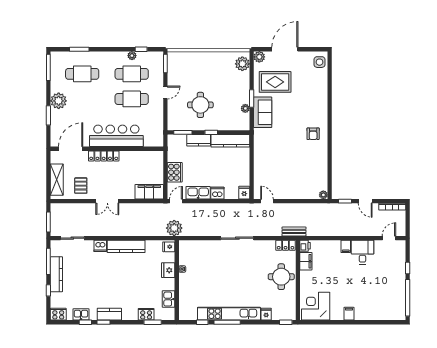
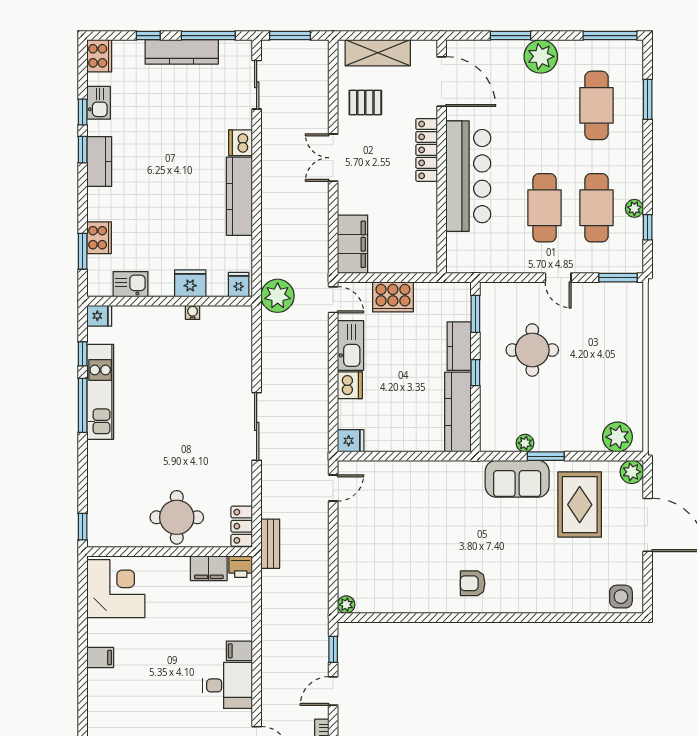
kitchen unit: (229, 314) -> (100, 392), width x0.73
fridge: (266, 314) -> (99, 316), moved

